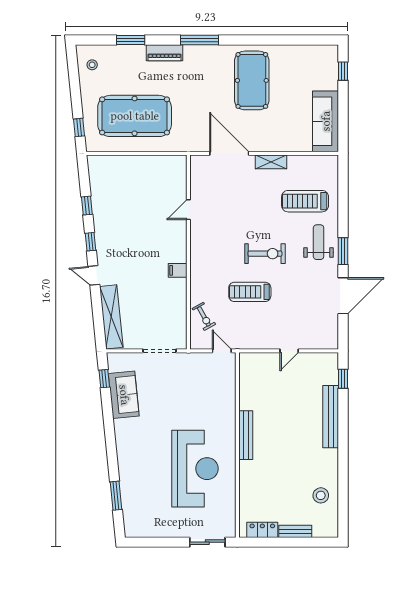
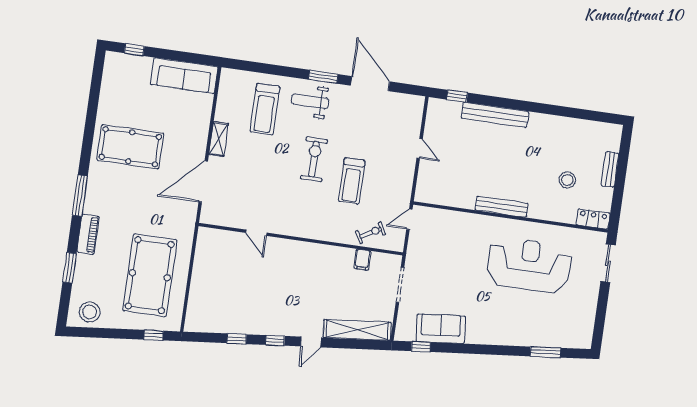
stool: (92, 65) -> (90, 312), width x1.89, depth x1.89
filing cabinet: (178, 270) -> (362, 260), moved
stool: (321, 495) -> (567, 180), moved
locker: (262, 530) -> (593, 219), moved, turned 90

